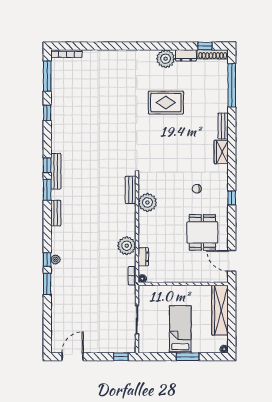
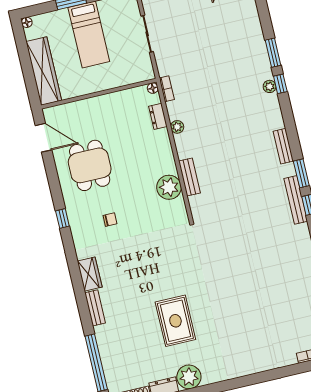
rug: (166, 103) -> (175, 321), turned 90
bench: (131, 190) -> (189, 177), moved
plant: (127, 246) -> (177, 127), width x0.53, depth x0.53

